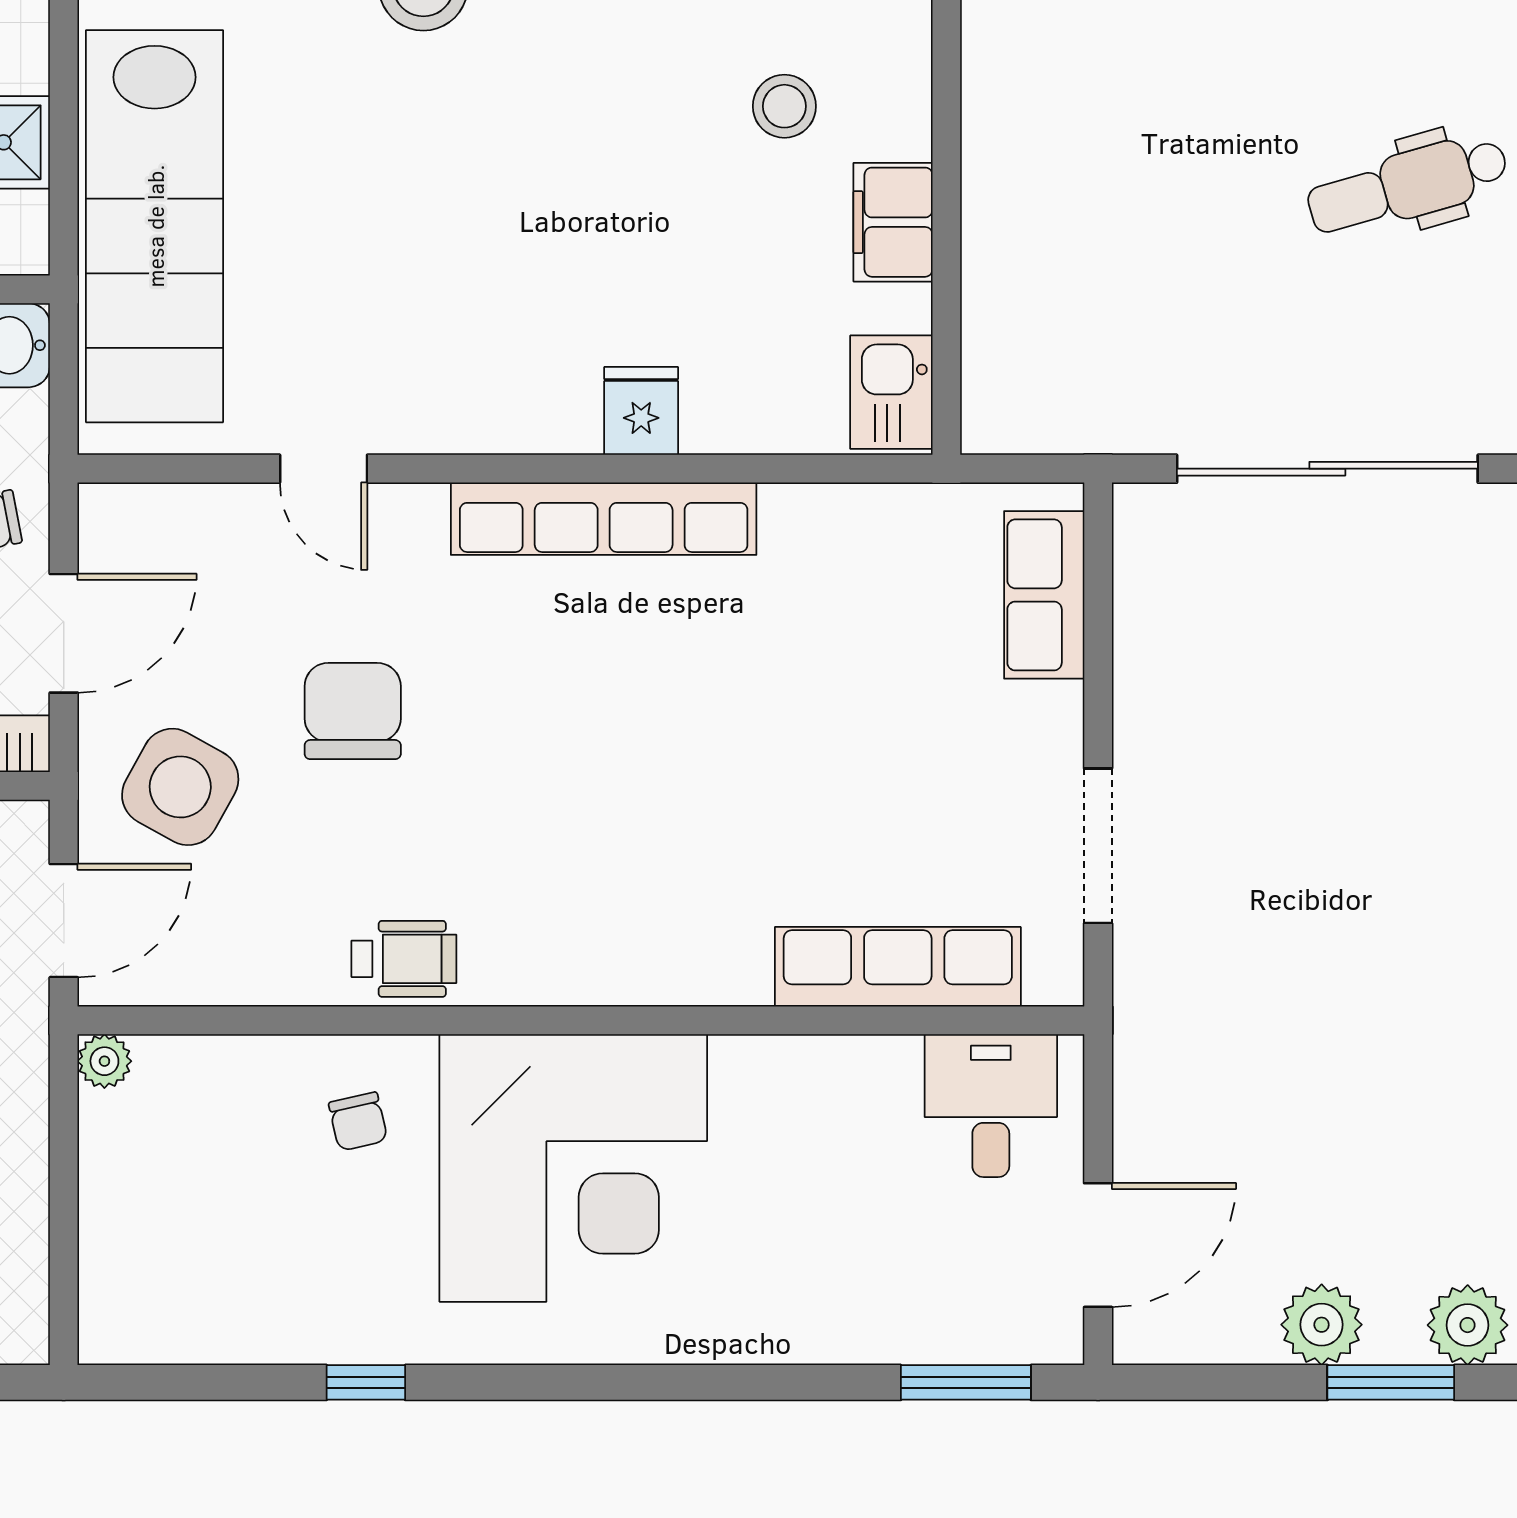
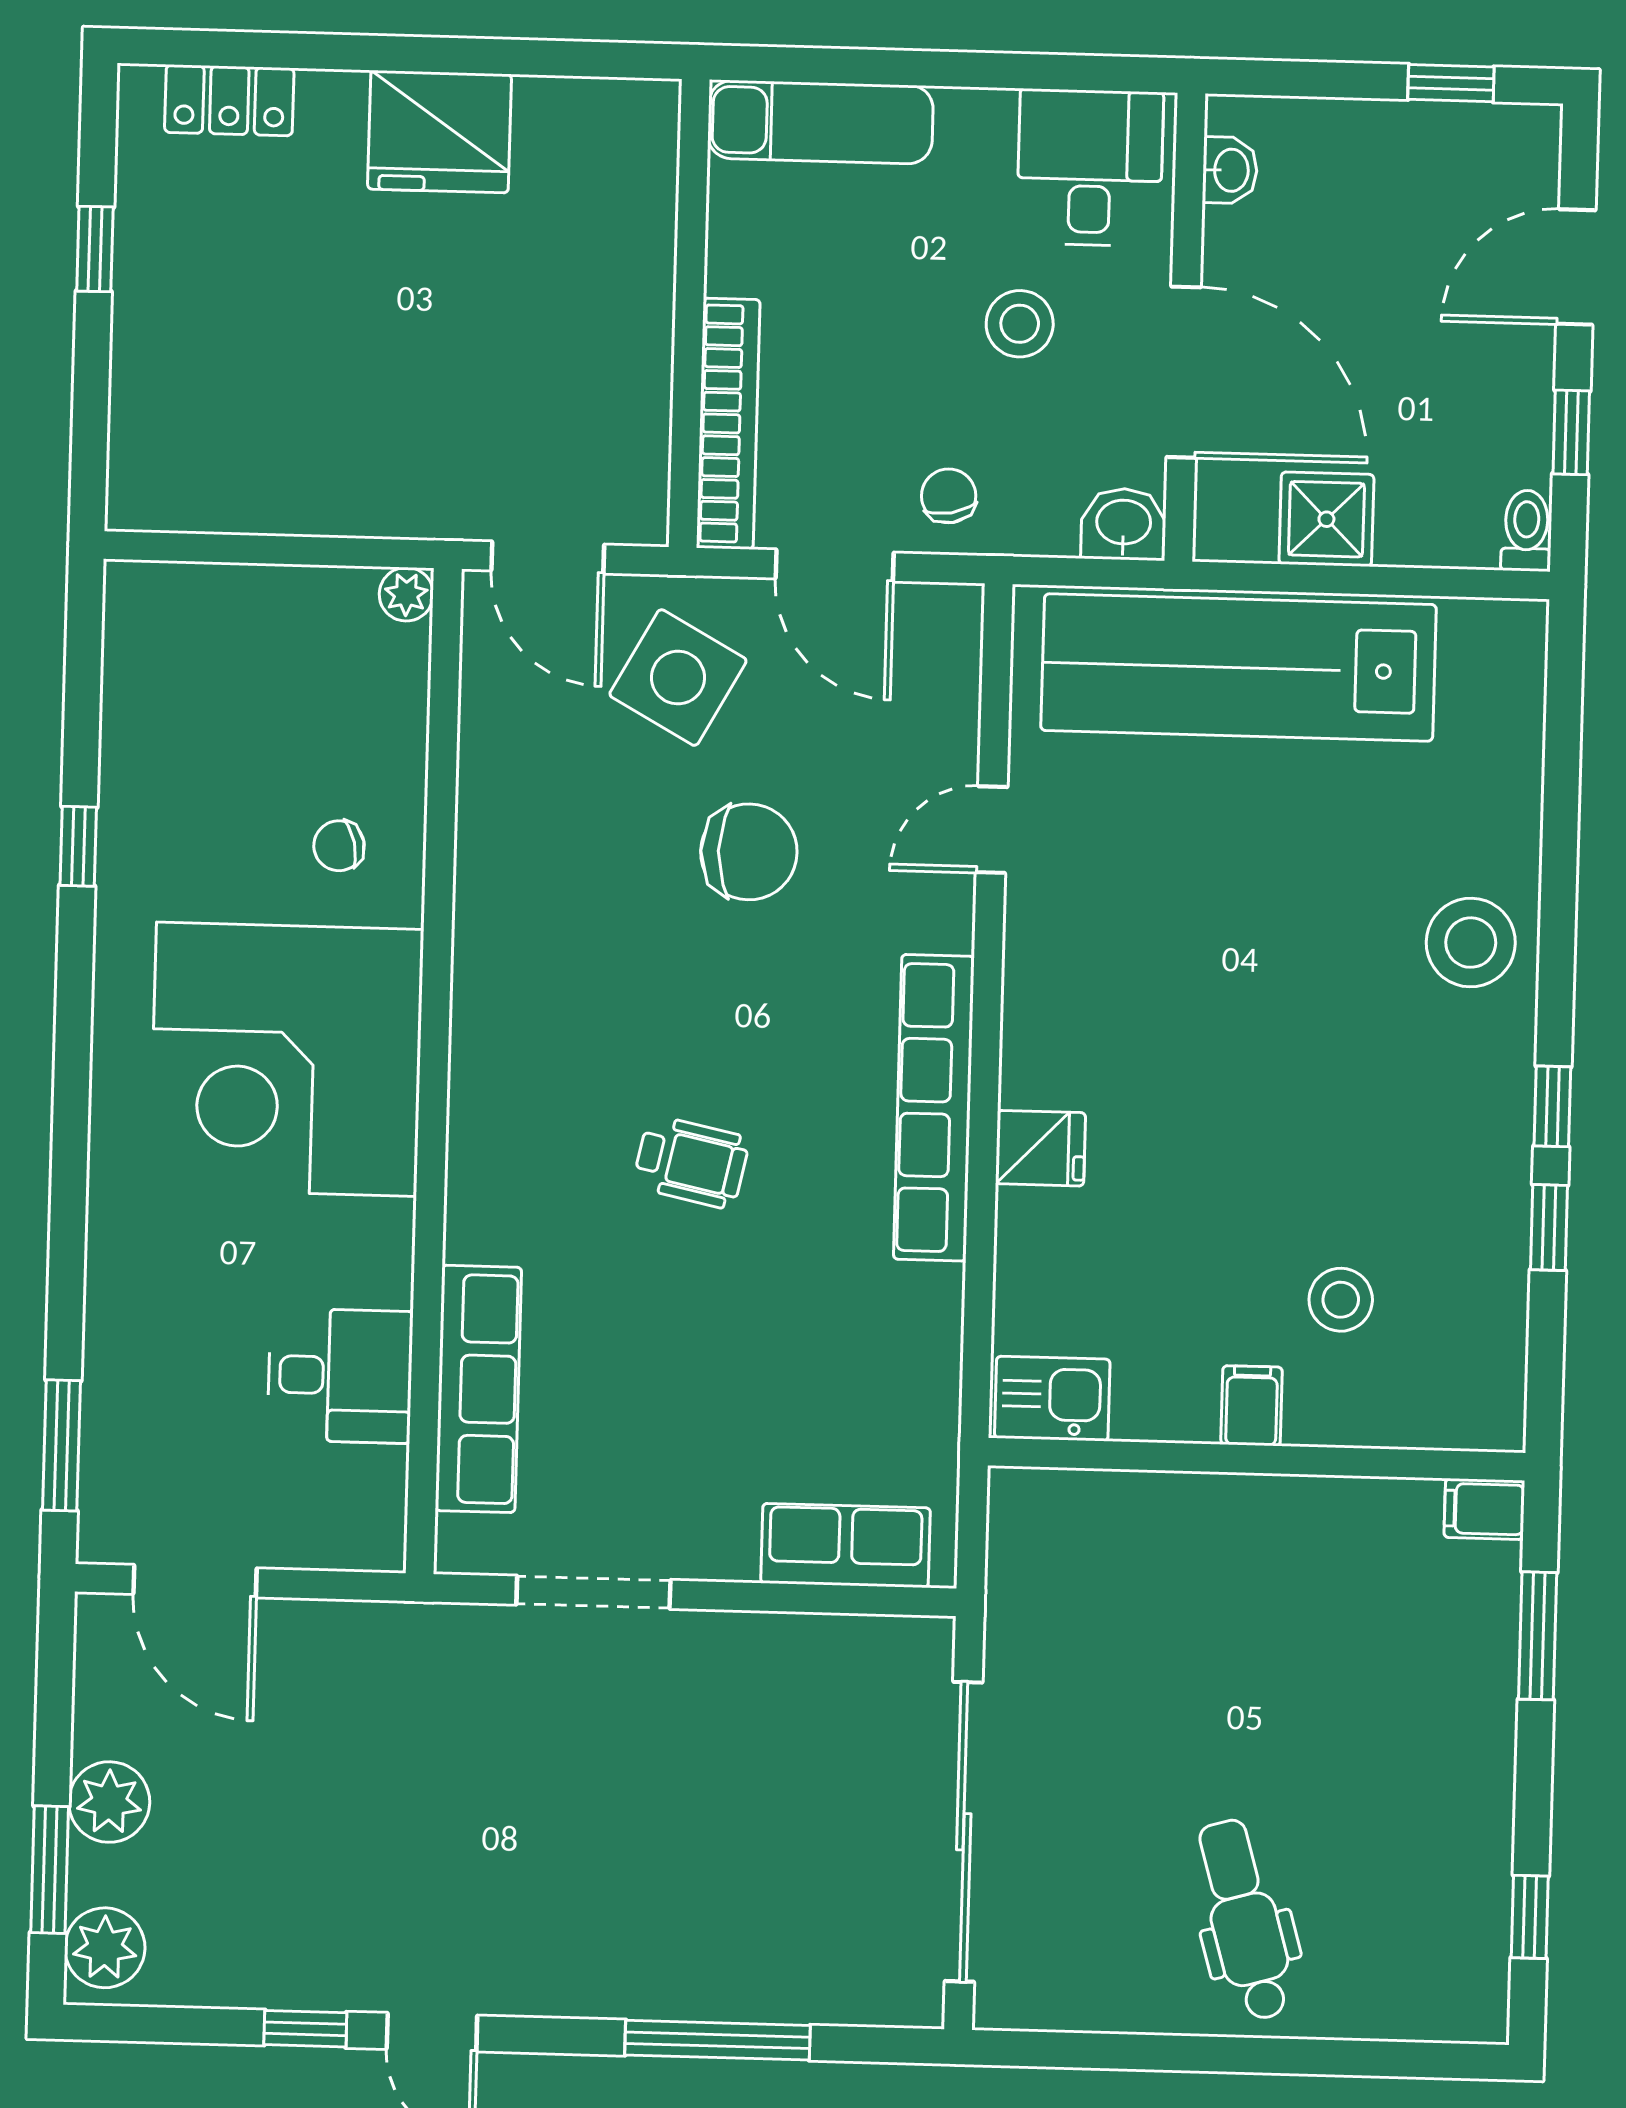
filing cabinet: (893, 222) -> (1252, 1406), width x0.50
wheelchair: (404, 959) -> (691, 1162), moved, turned -78
desk: (991, 1106) -> (340, 1376), moved

